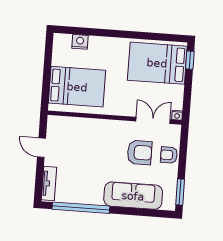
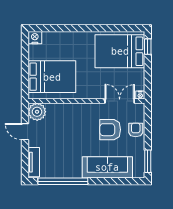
nightstand: (80, 42) -> (35, 38), moved
plant: (57, 126) -> (37, 112), added
armchair: (140, 152) -> (110, 130), turned 180
armchair: (169, 155) -> (136, 130), turned 90

